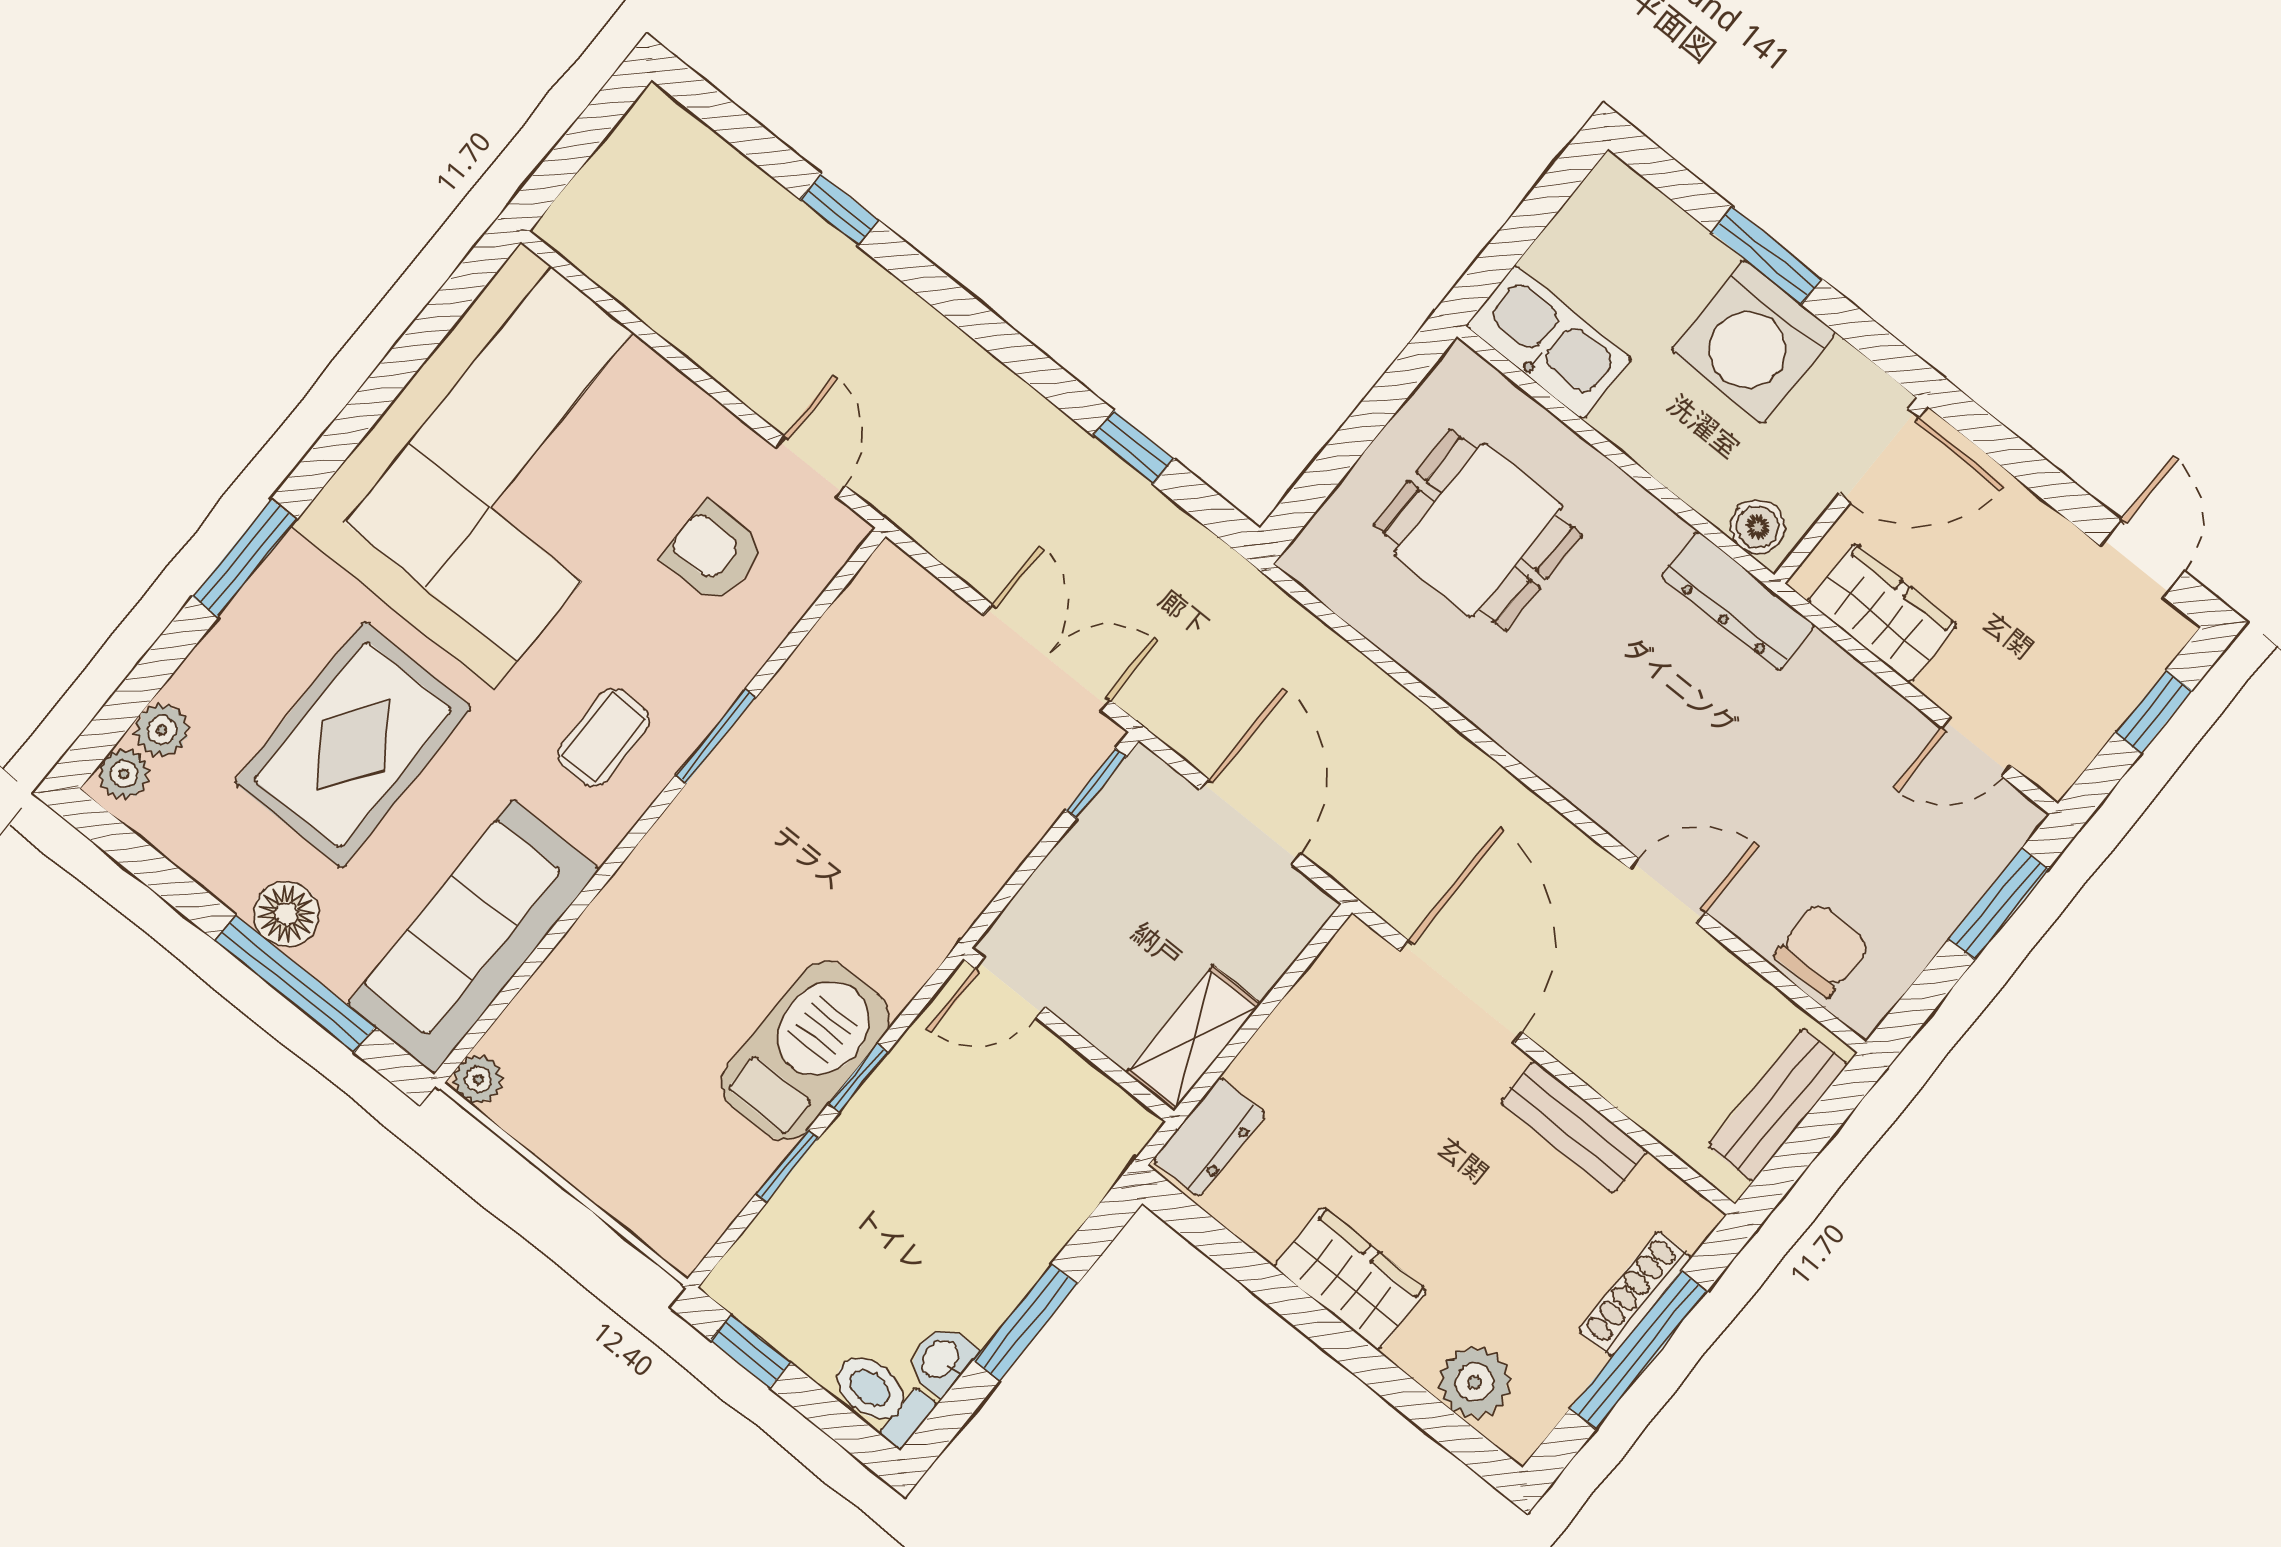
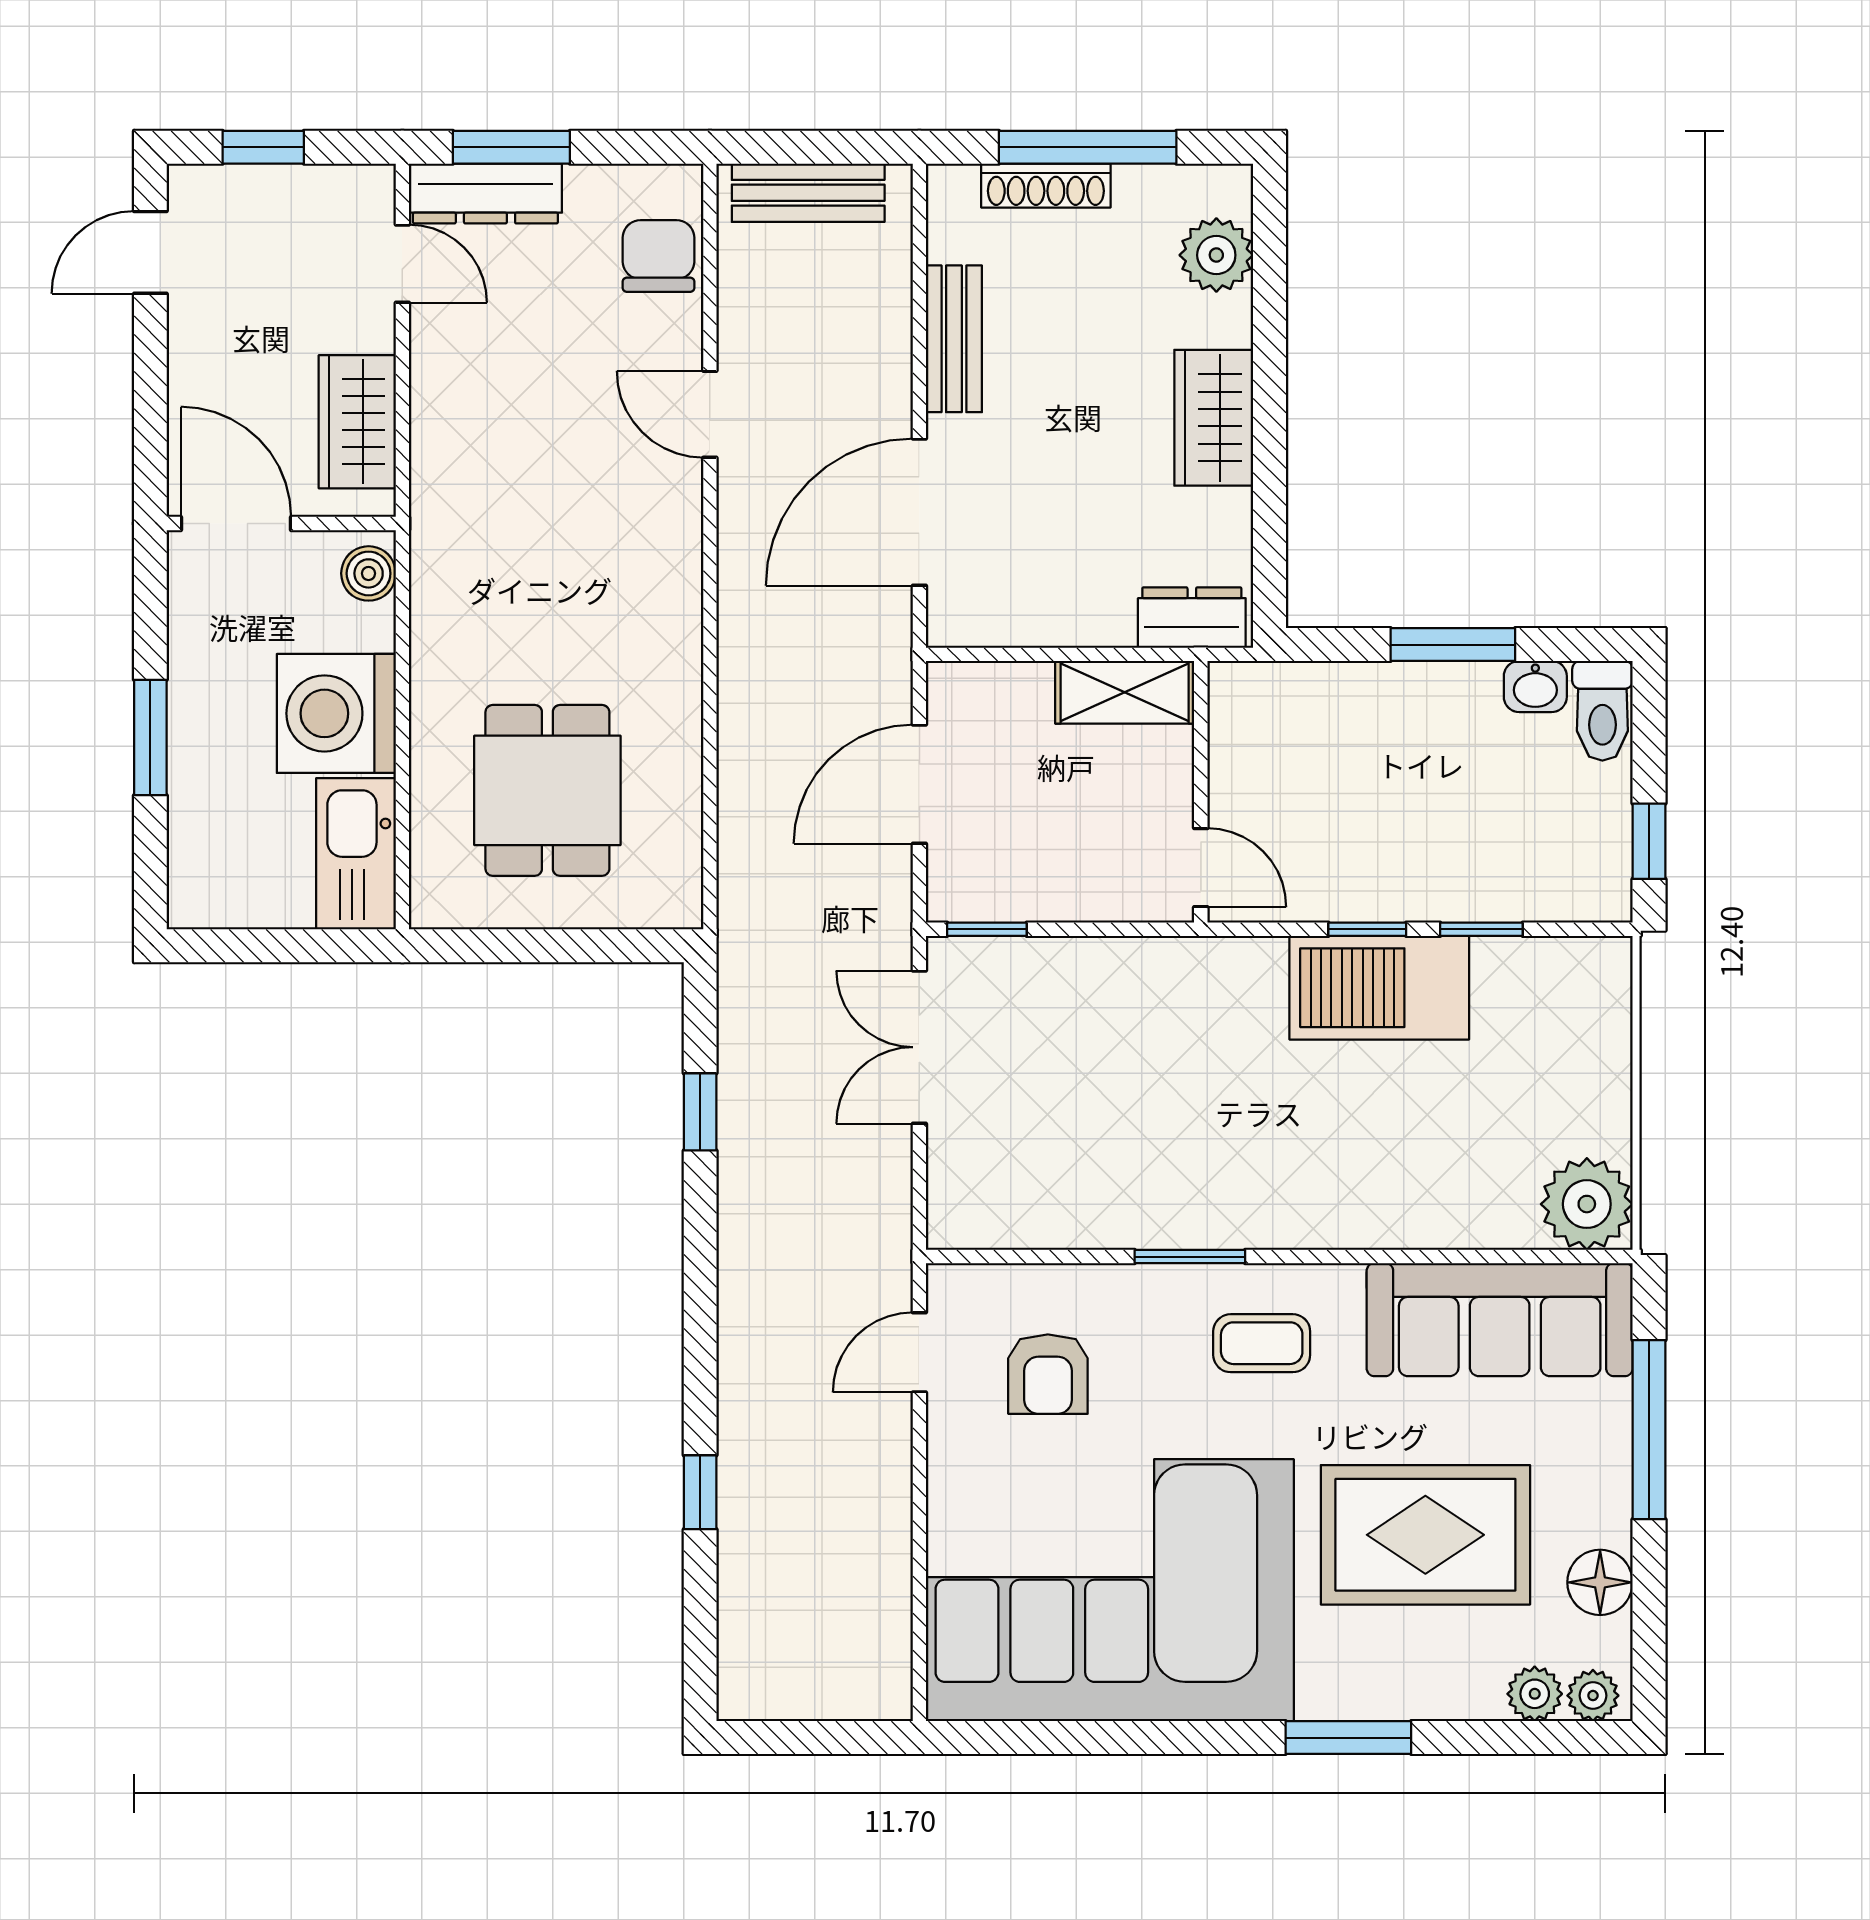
washing machine: (1754, 342) -> (336, 713), moved, turned 180
dresser: (1738, 601) -> (485, 194), moved, turned 90
floor lamp: (286, 914) -> (1600, 1582), moved
chair: (1822, 950) -> (659, 256), turned 90
plant: (478, 1079) -> (1587, 1204), width x1.87, depth x1.87

